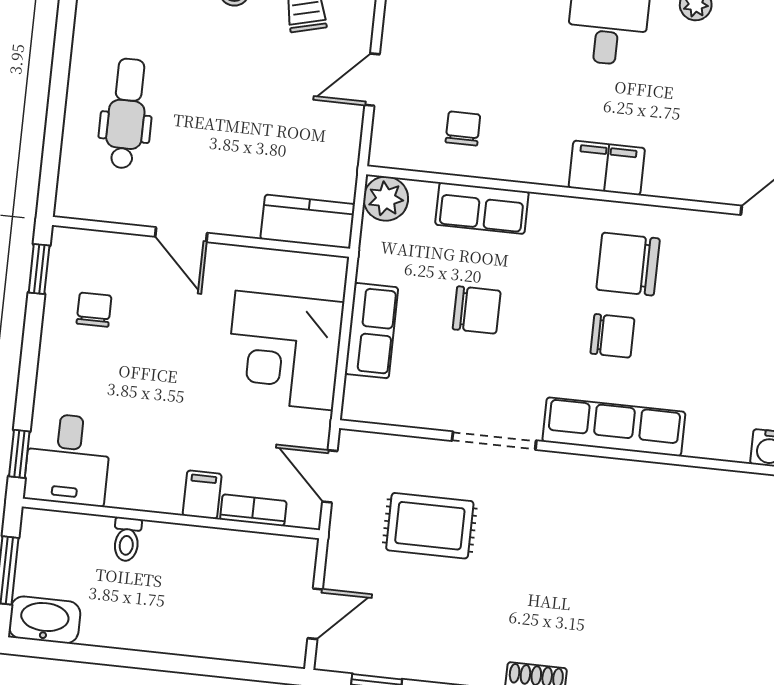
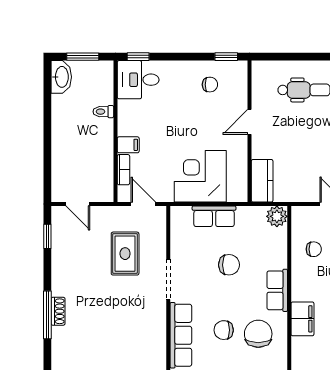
row of seats: (482, 208) -> (277, 290), moved
chair: (477, 310) -> (229, 265), turned -90
chair: (612, 336) -> (224, 330), turned 90
door: (330, 476) -> (143, 204), hinge flipped

